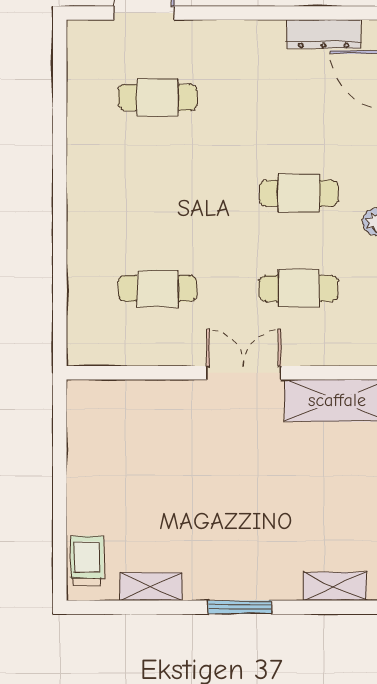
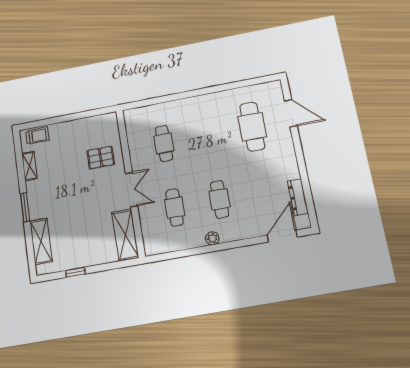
cafe table: (158, 98) -> (252, 127), width x1.37, depth x1.35
pallet: (162, 429) -> (101, 158), added
shelving: (335, 586) -> (41, 241), width x1.50, depth x1.33

